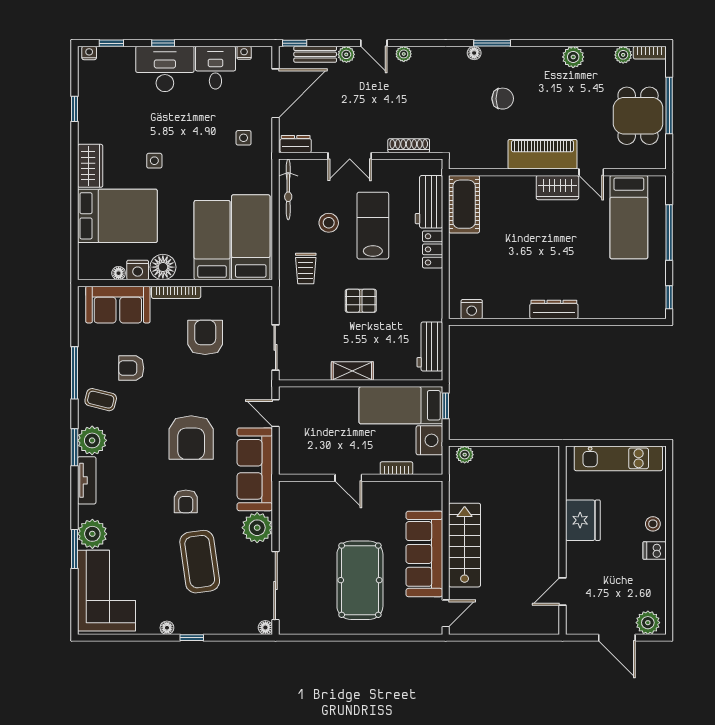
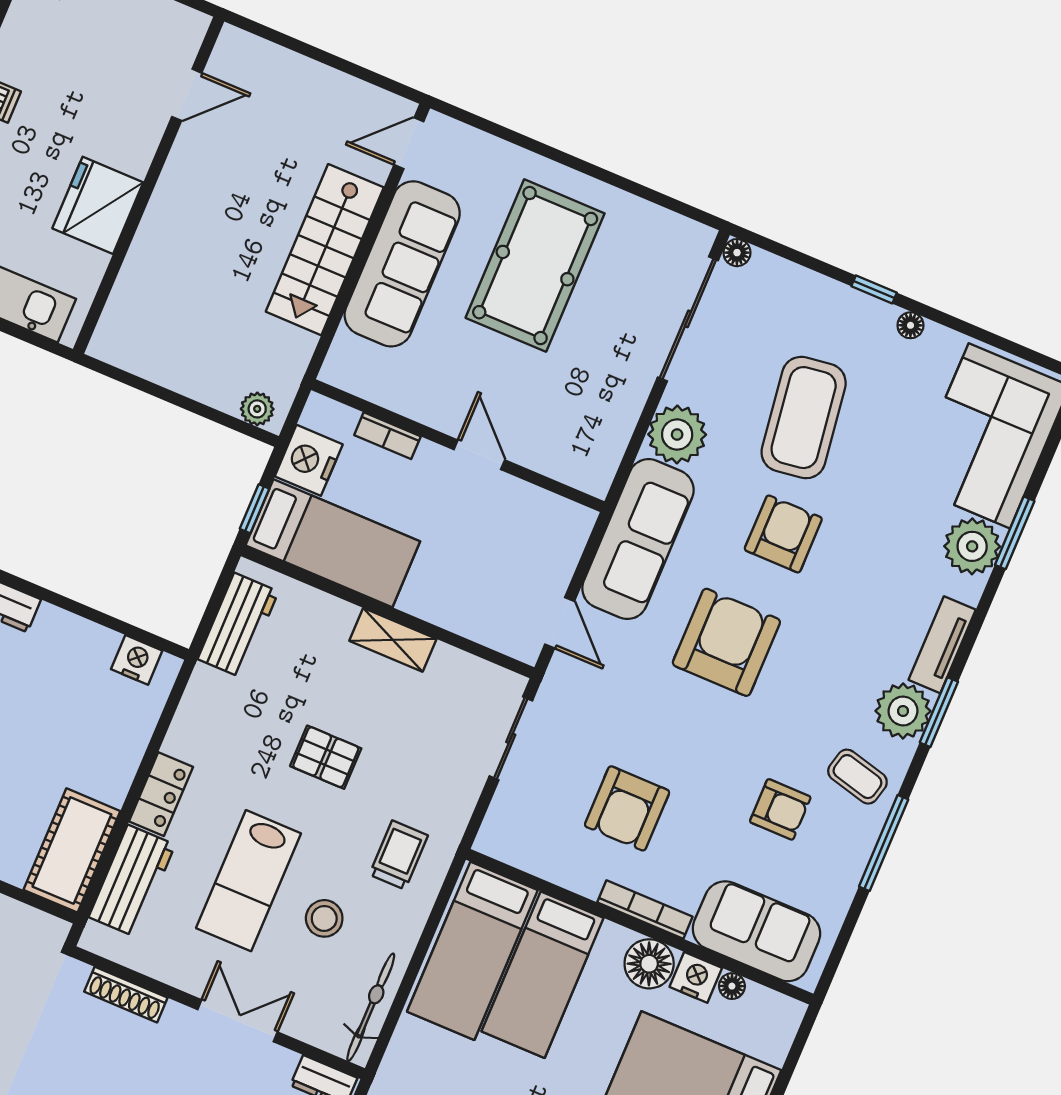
armchair: (186, 501) -> (783, 534), width x1.38, depth x1.38

